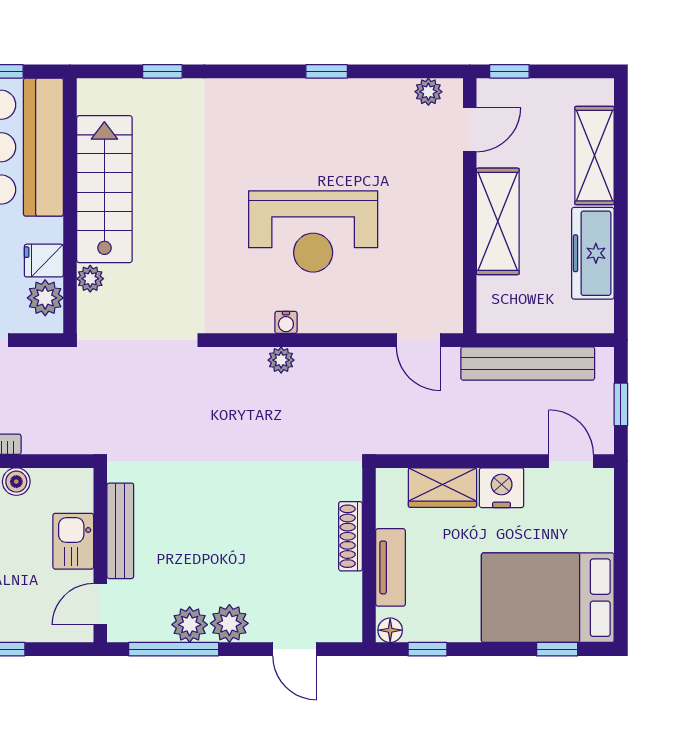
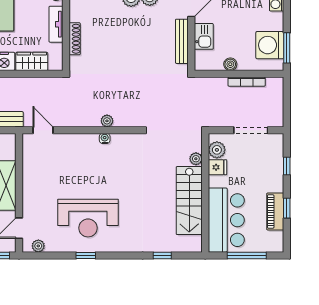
reception desk: (313, 231) -> (88, 218), moved, turned 180

